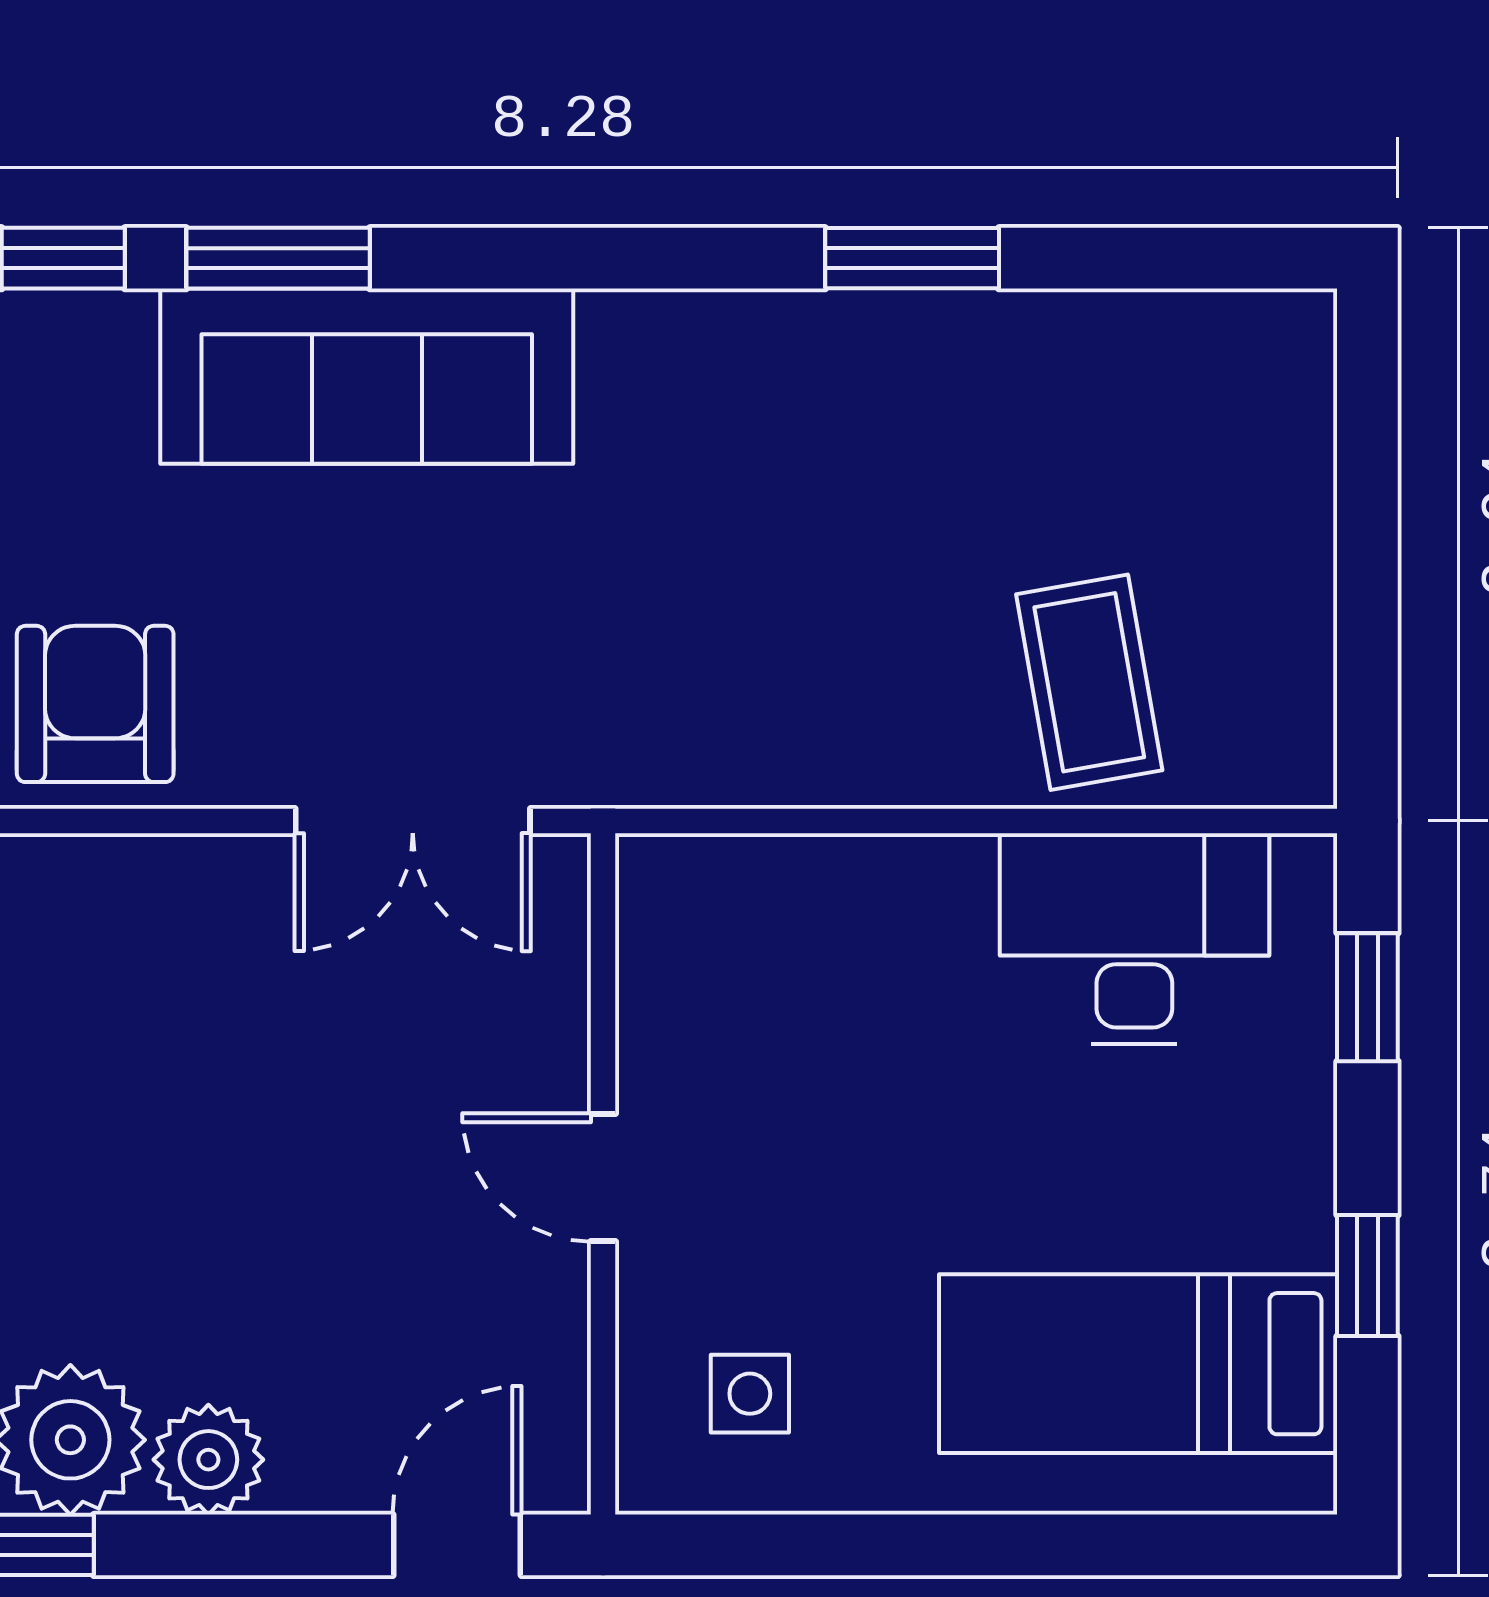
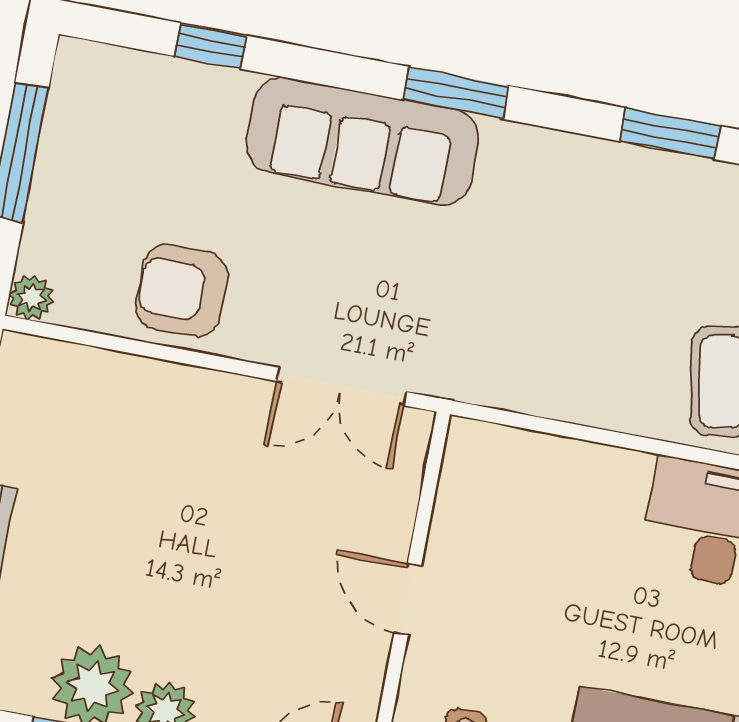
window: (278, 258) -> (456, 93), moved
armchair: (95, 704) -> (182, 290), turned -90

